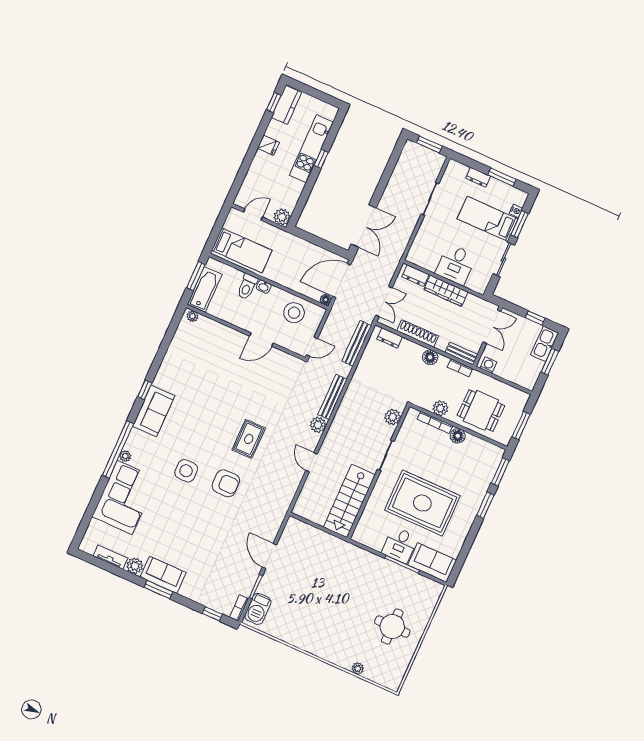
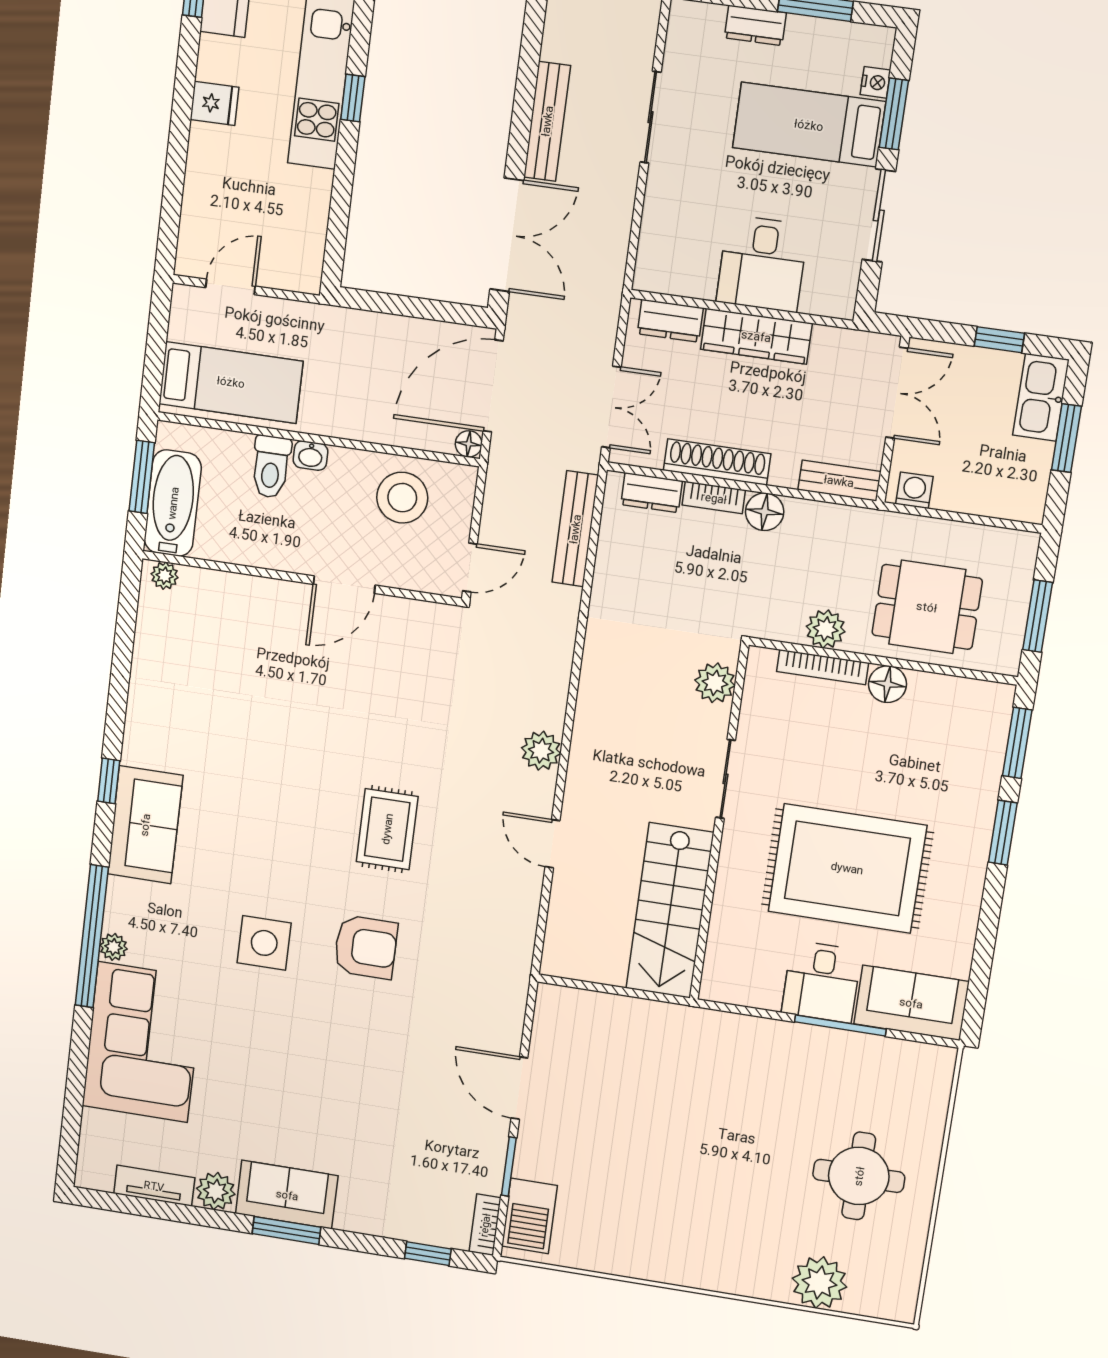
plant: (282, 217) -> (302, 272), removed
bookcase: (460, 368) -> (714, 498), moved
bench: (333, 397) -> (547, 121), moved
plant: (358, 669) -> (820, 1283), width x1.87, depth x1.87

